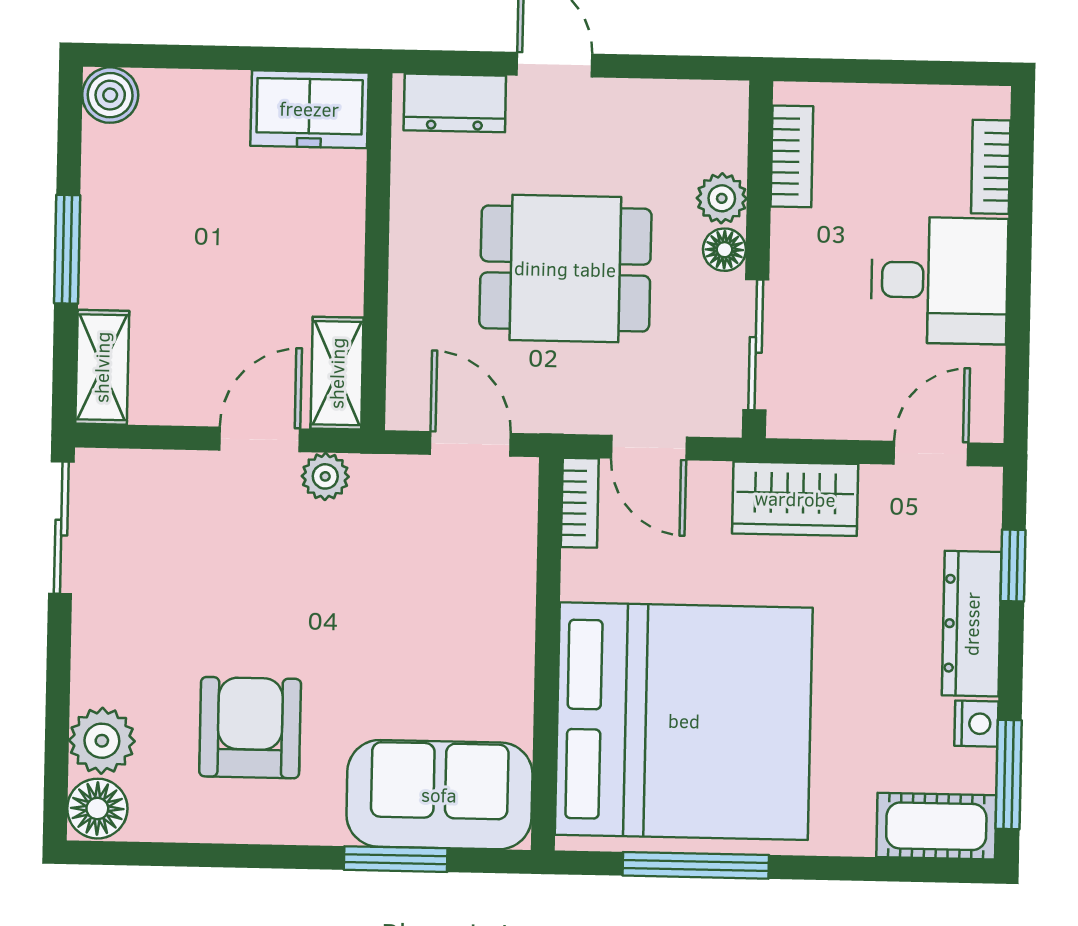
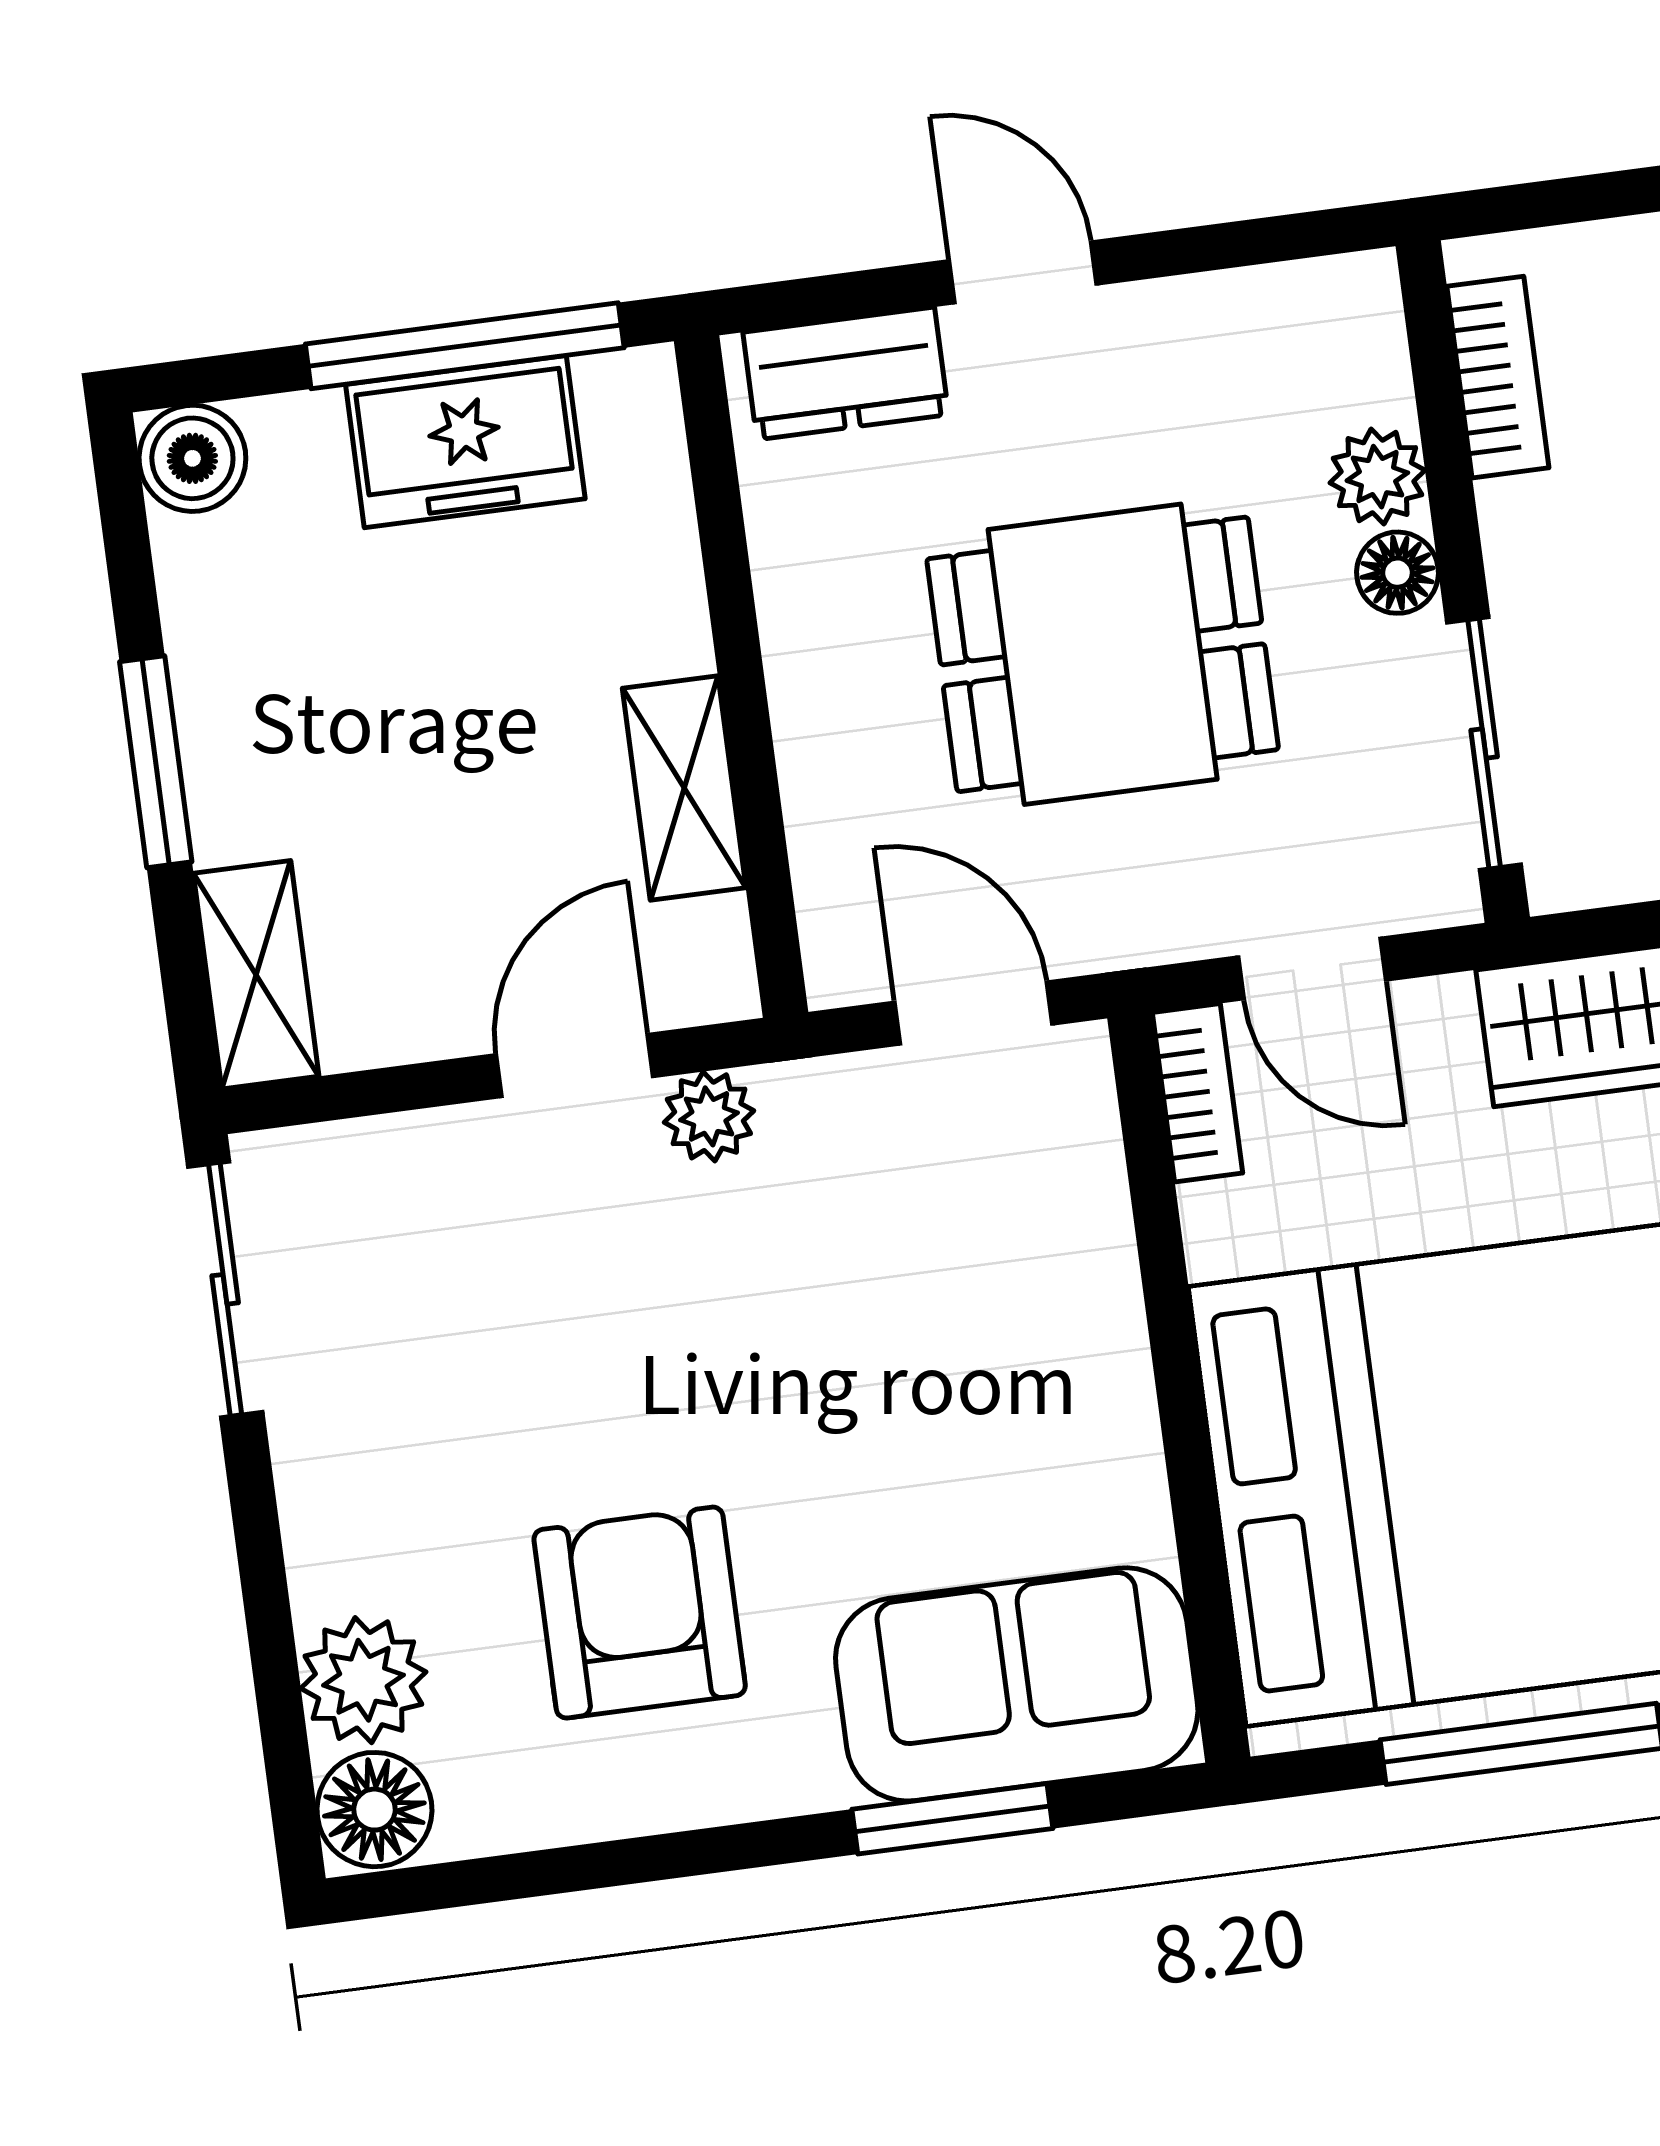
window: (260, 58) -> (465, 346), added
freezer: (309, 109) -> (465, 442), moved
shelving: (337, 373) -> (684, 788), moved

